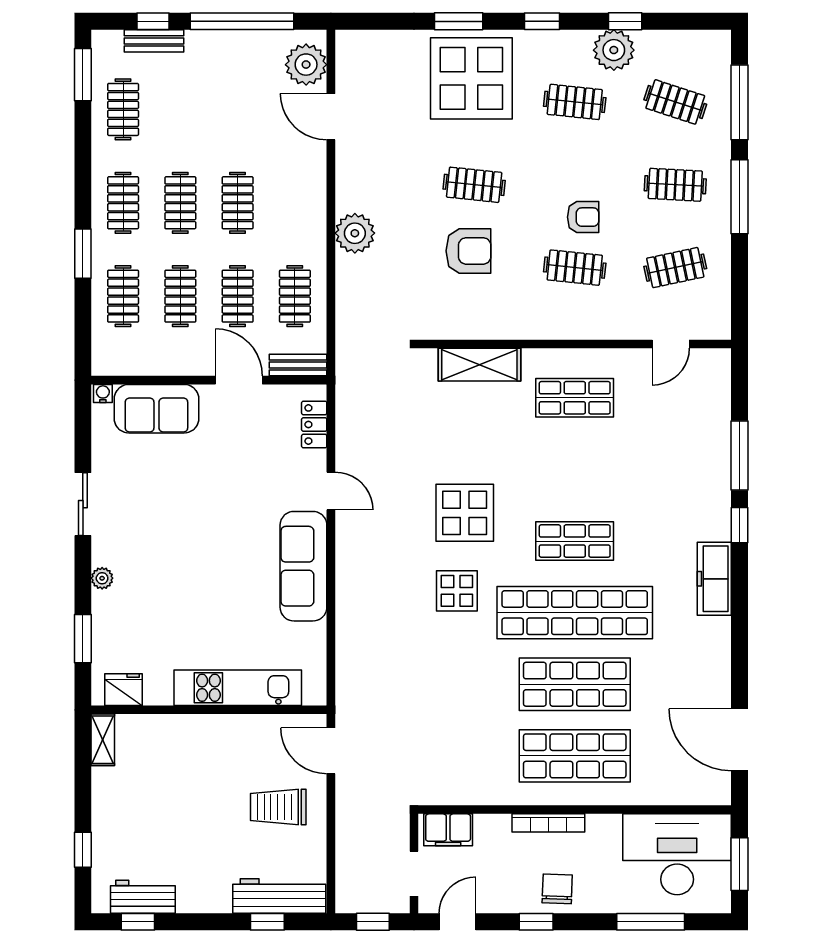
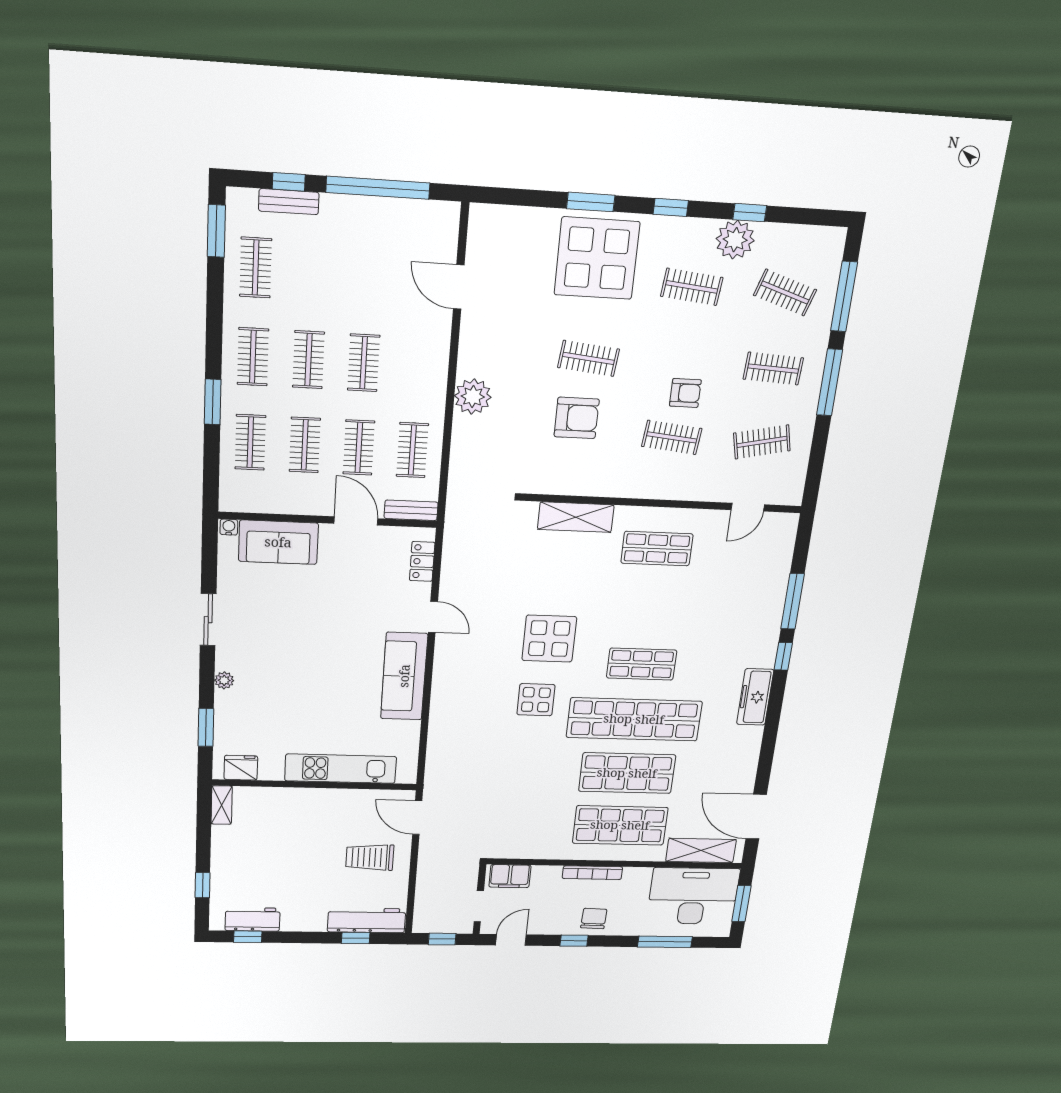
plant: (306, 65) -> (438, 235), removed
shelving: (678, 789) -> (701, 850), added

